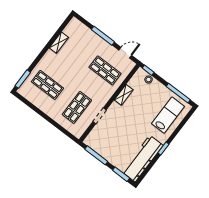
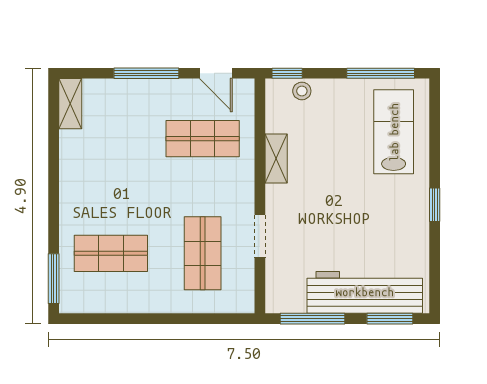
shelving: (59, 43) -> (70, 104), moved
door: (125, 53) -> (216, 73), swing flipped
workbench: (142, 159) -> (365, 292), moved, turned 90

